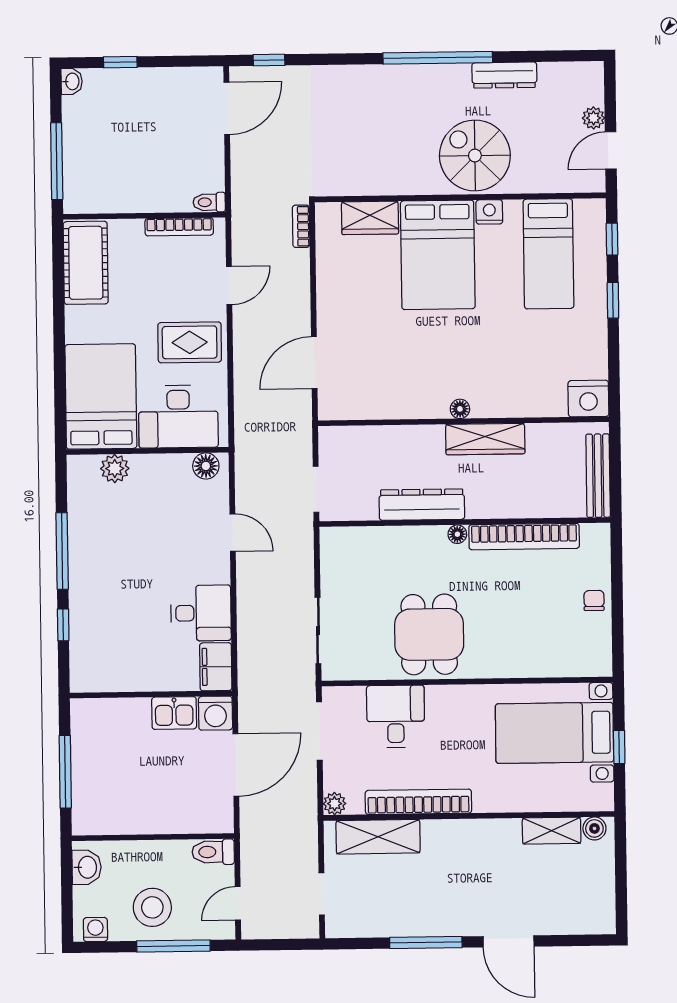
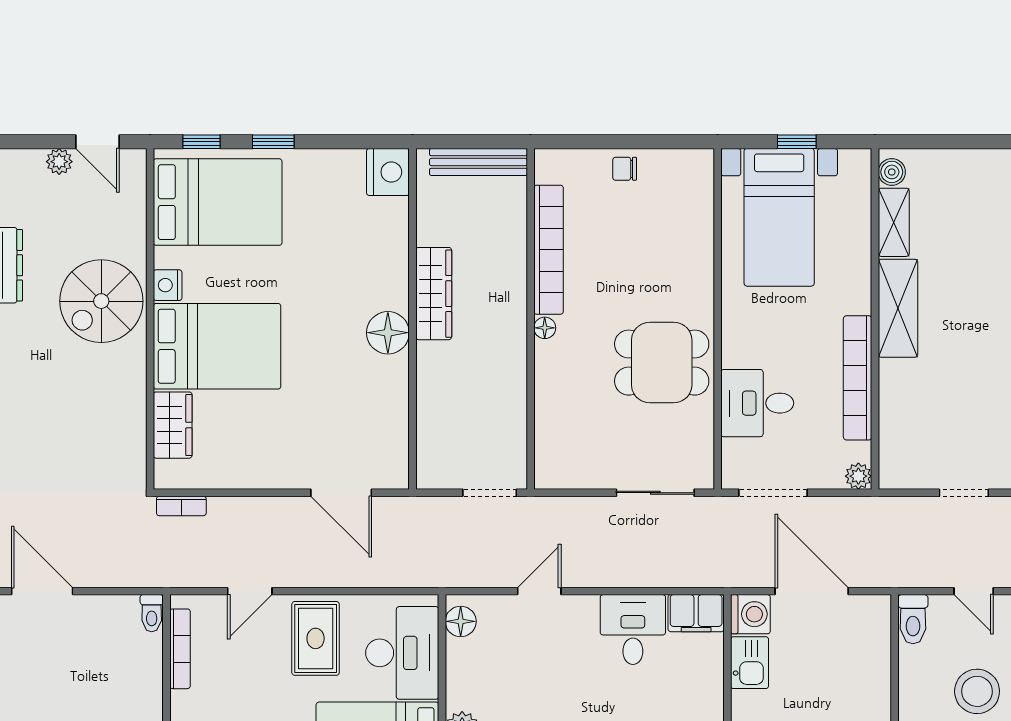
bed: (548, 254) -> (218, 202), width x1.50
door: (229, 286) -> (250, 591), swing flipped
floor lamp: (460, 409) -> (388, 333), width x1.89, depth x1.89
dresser: (422, 505) -> (509, 369), removed
shelving: (378, 837) -> (898, 308), moved

